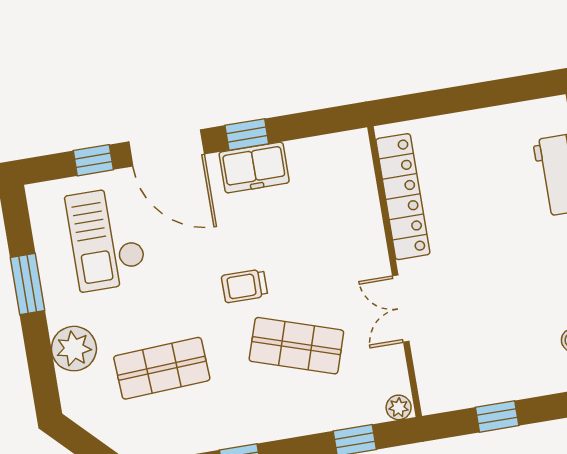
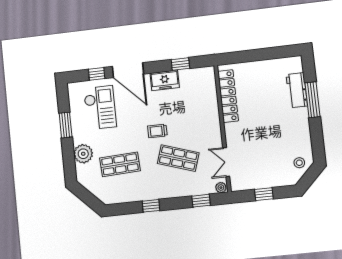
window: (247, 134) -> (180, 64), moved
checkout: (106, 239) -> (100, 108), turned 180
double door: (401, 309) -> (226, 162), moved

